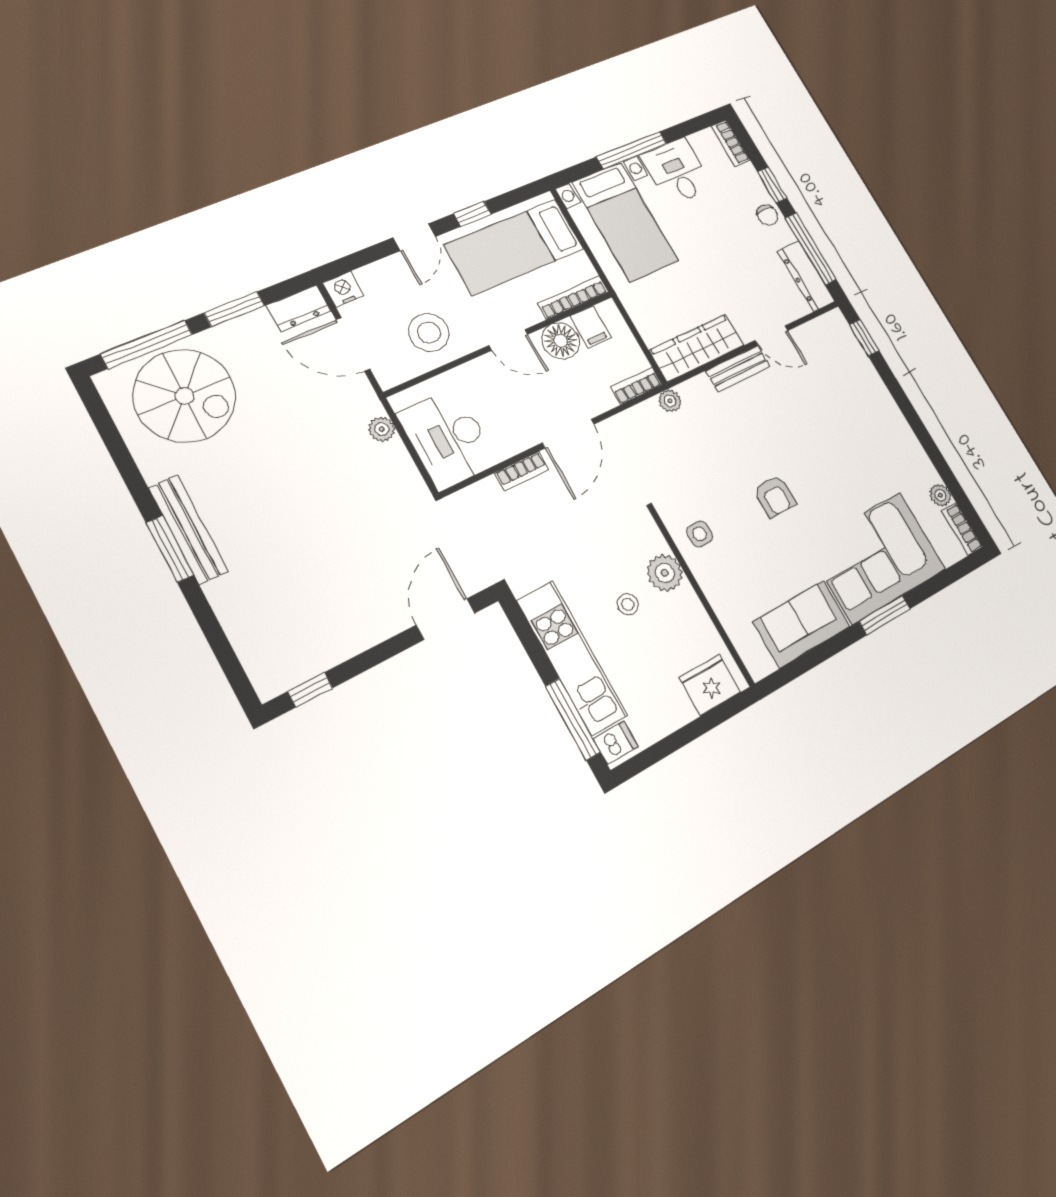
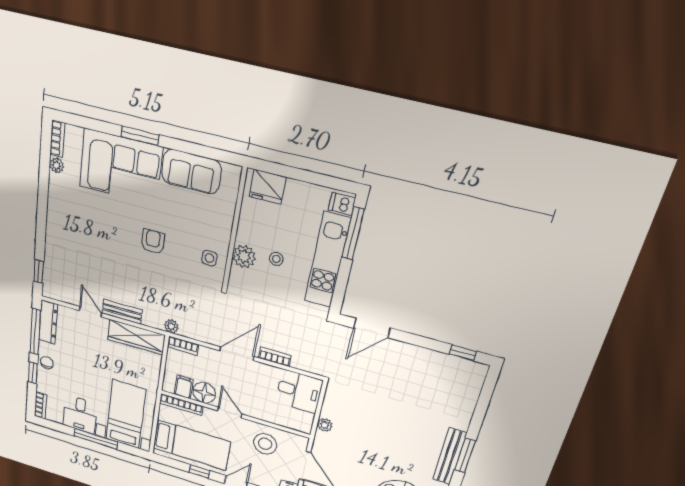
desk: (448, 439) -> (299, 391), width x0.73

